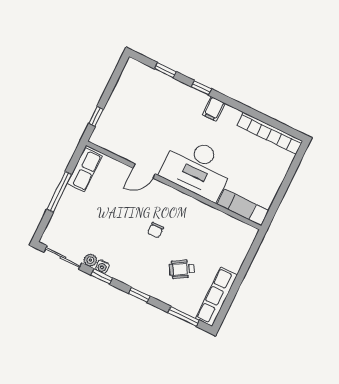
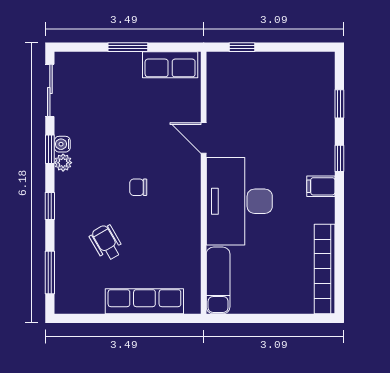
window: (59, 192) -> (128, 47), width x0.69
plant: (90, 260) -> (63, 163), moved
row of seats: (216, 297) -> (144, 301), moved

